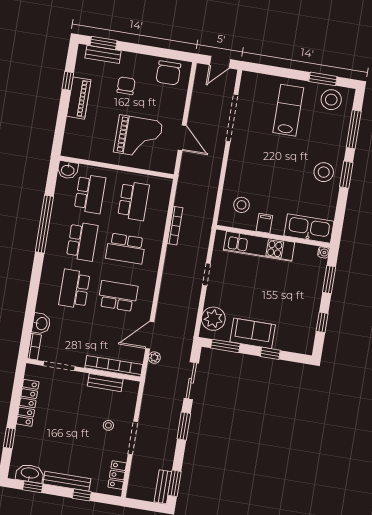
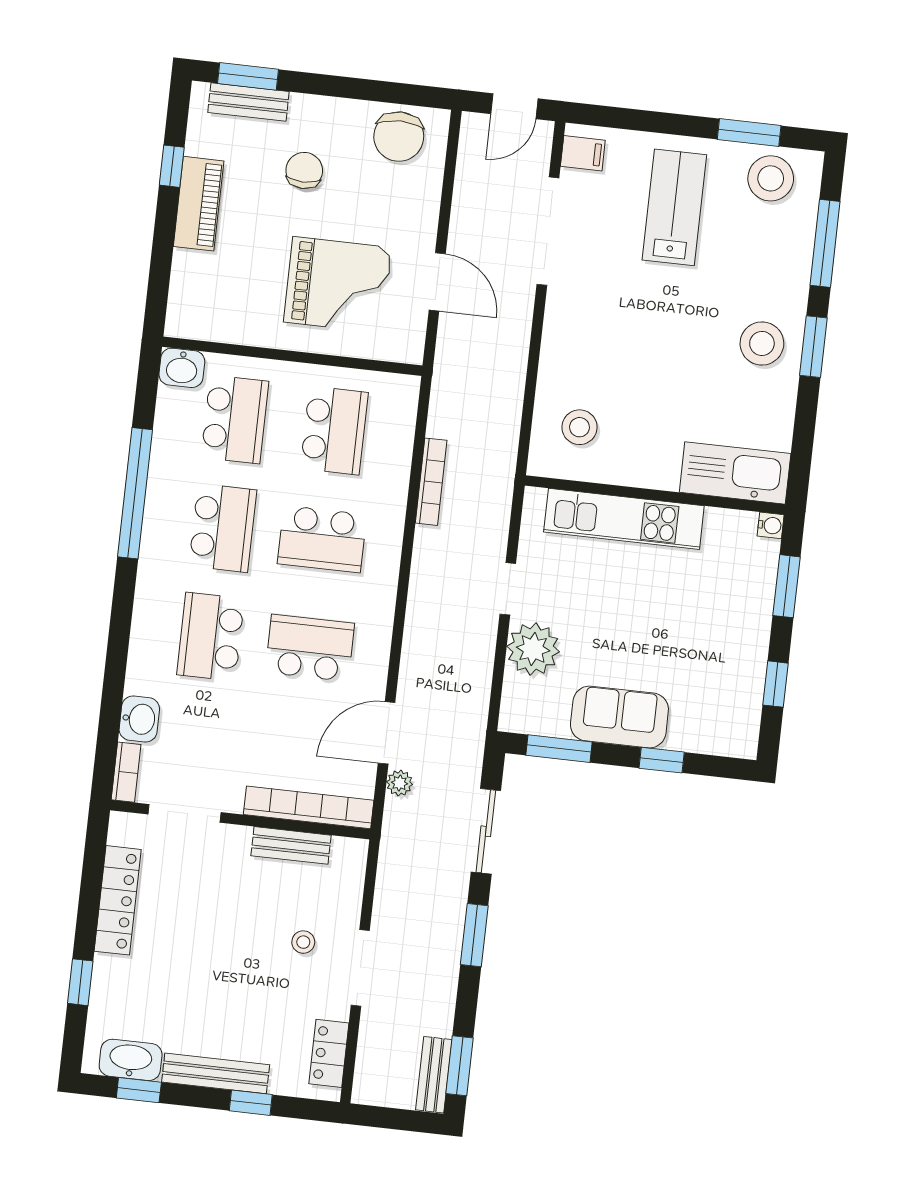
filing cabinet: (264, 223) -> (583, 153), moved, turned 90
plant: (213, 319) -> (533, 649), moved

